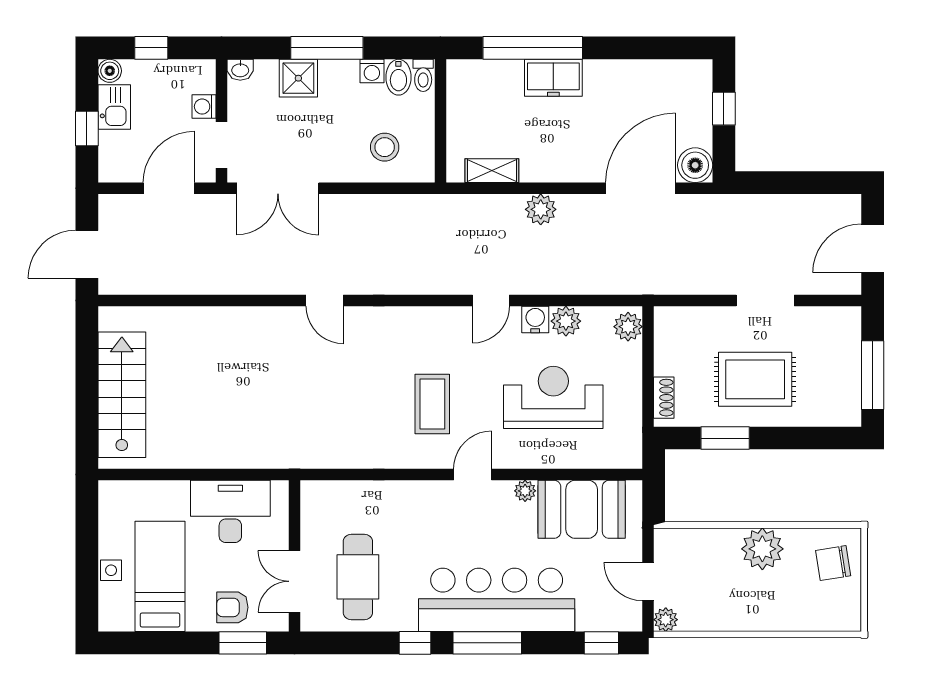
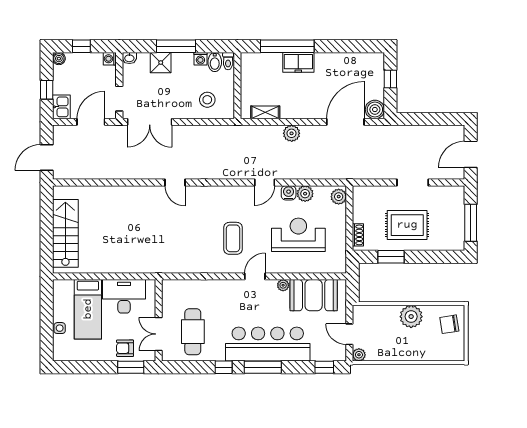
kitchen sink: (114, 107) -> (61, 107), moved
washing machine: (204, 107) -> (110, 59), moved
bed: (160, 576) -> (88, 309), moved, turned 180

